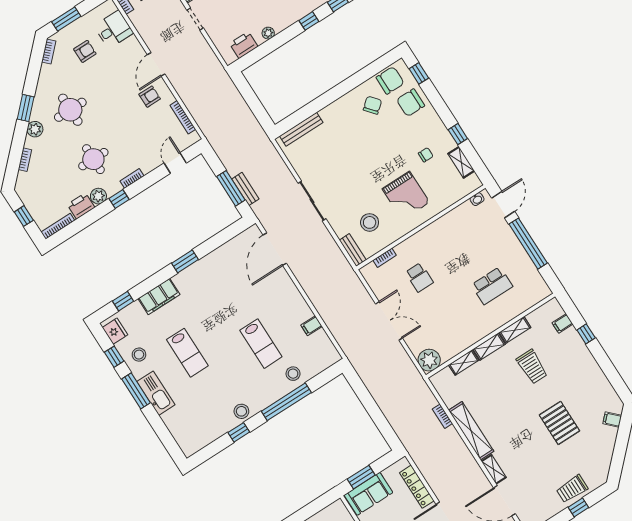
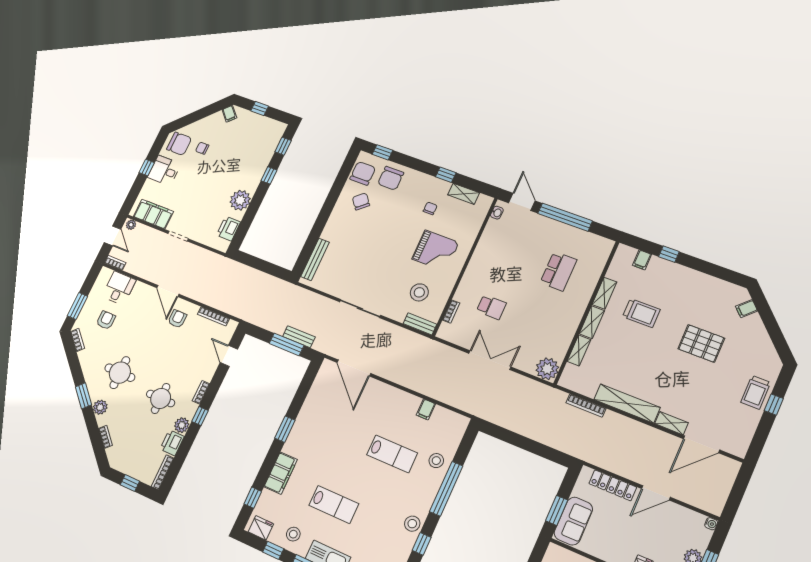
plant: (268, 33) -> (240, 200), width x1.87, depth x1.87
bookcase: (443, 416) -> (586, 406), width x1.56

